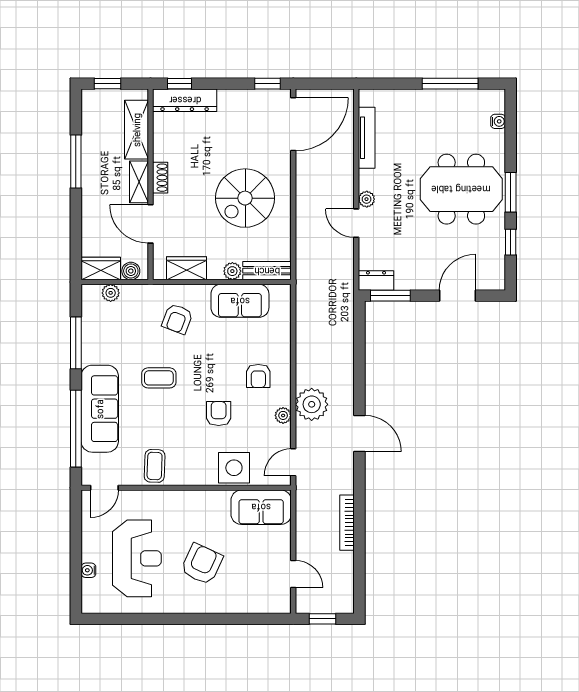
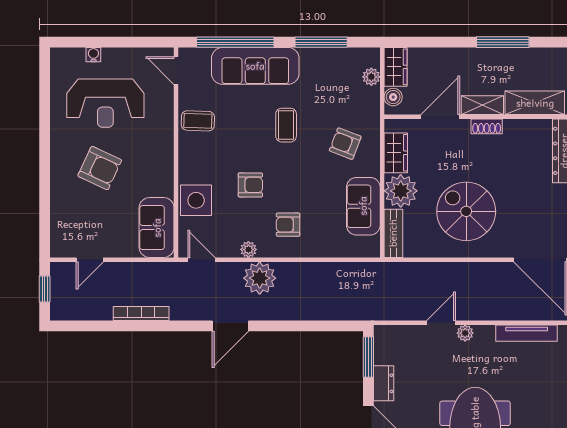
plant: (232, 271) -> (401, 191), width x1.87, depth x1.87
dresser: (376, 280) -> (384, 383), moved

